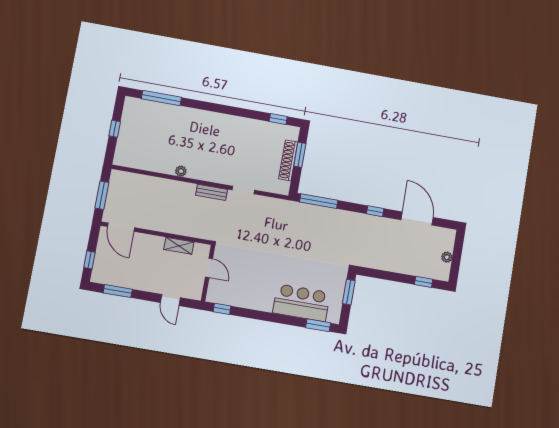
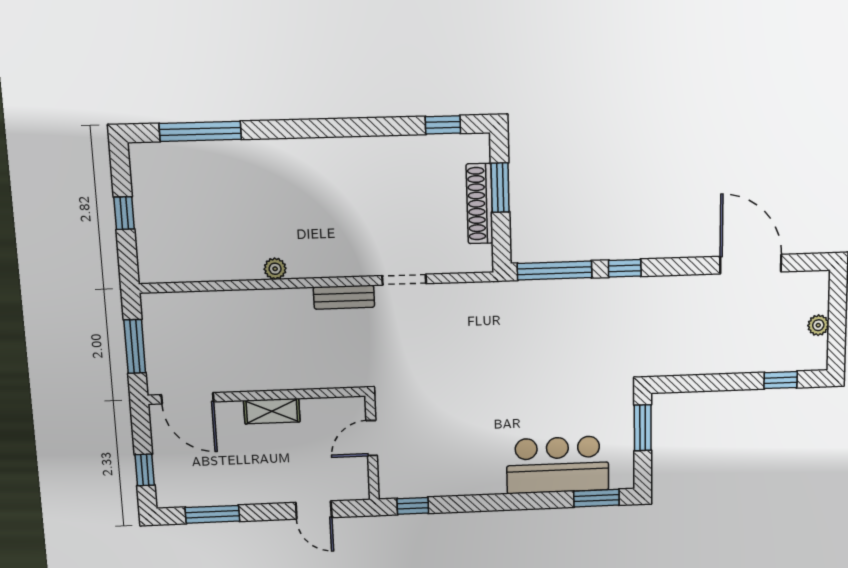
window: (375, 211) -> (625, 268), moved
shelving: (179, 246) -> (272, 411), moved
door: (209, 268) -> (372, 438), swing flipped

